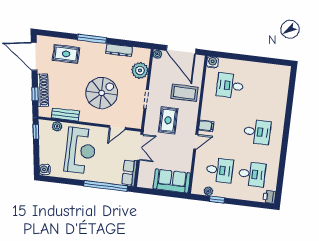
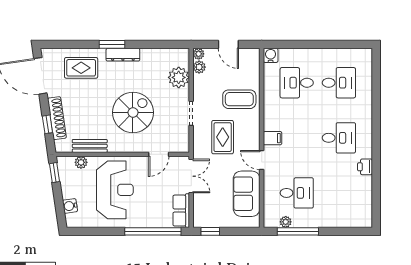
window: (92, 39) -> (112, 44), width x0.69
dresser: (119, 50) -> (123, 55), moved
door: (181, 50) -> (228, 44), width x0.53
plant: (157, 64) -> (199, 67), added
door: (196, 142) -> (262, 160), swing flipped
water cooler: (45, 169) -> (70, 206), moved
desk: (252, 174) -> (339, 83), moved
sofa: (172, 181) -> (247, 194), moved, turned -90
window: (150, 191) -> (210, 231), added
printer: (269, 197) -> (365, 167), moved
window: (217, 200) -> (298, 231), width x2.17

